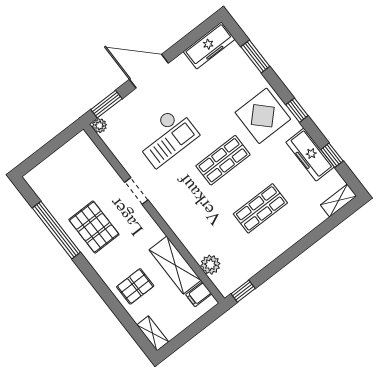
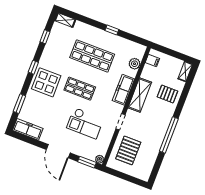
checkout: (166, 137) -> (85, 123), turned 180
freezer: (310, 155) -> (123, 90), moved, turned 180
shop shelf: (260, 208) -> (92, 56), width x1.43, depth x1.36
pallet: (94, 227) -> (128, 150), moved
window: (56, 230) -> (169, 135), moved
shelving: (175, 265) -> (140, 95), moved
window: (243, 291) -> (112, 30), moved

